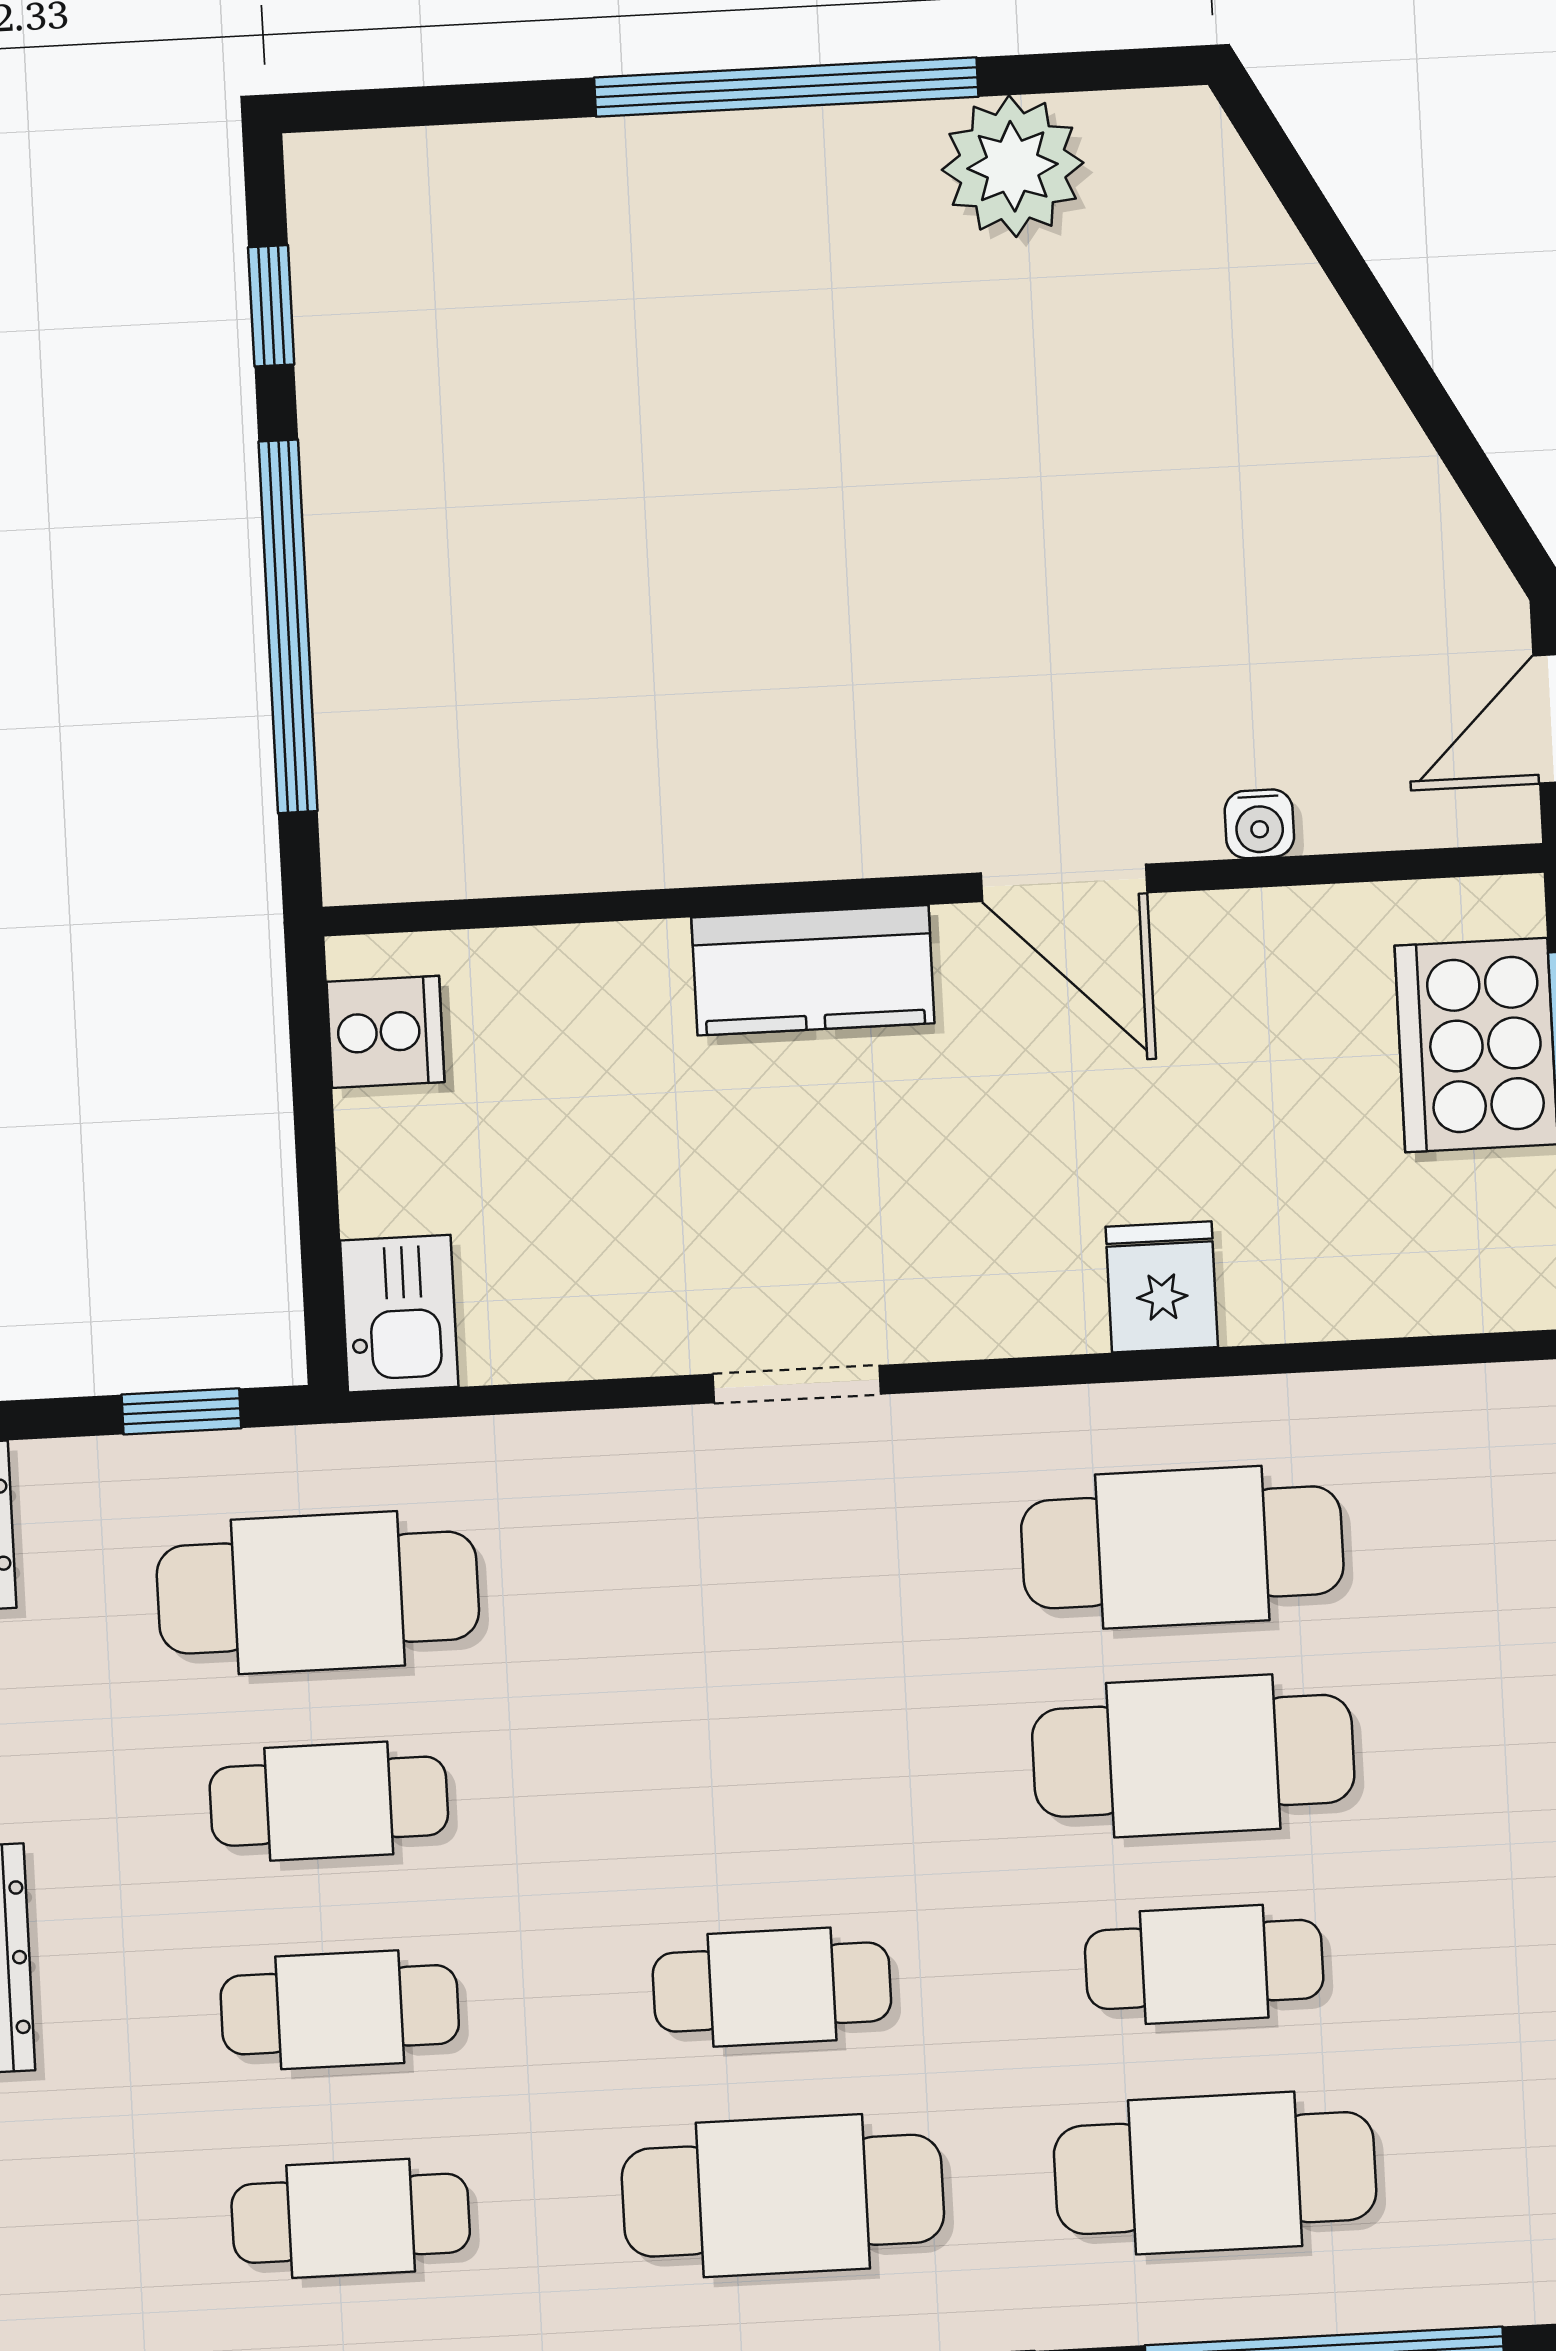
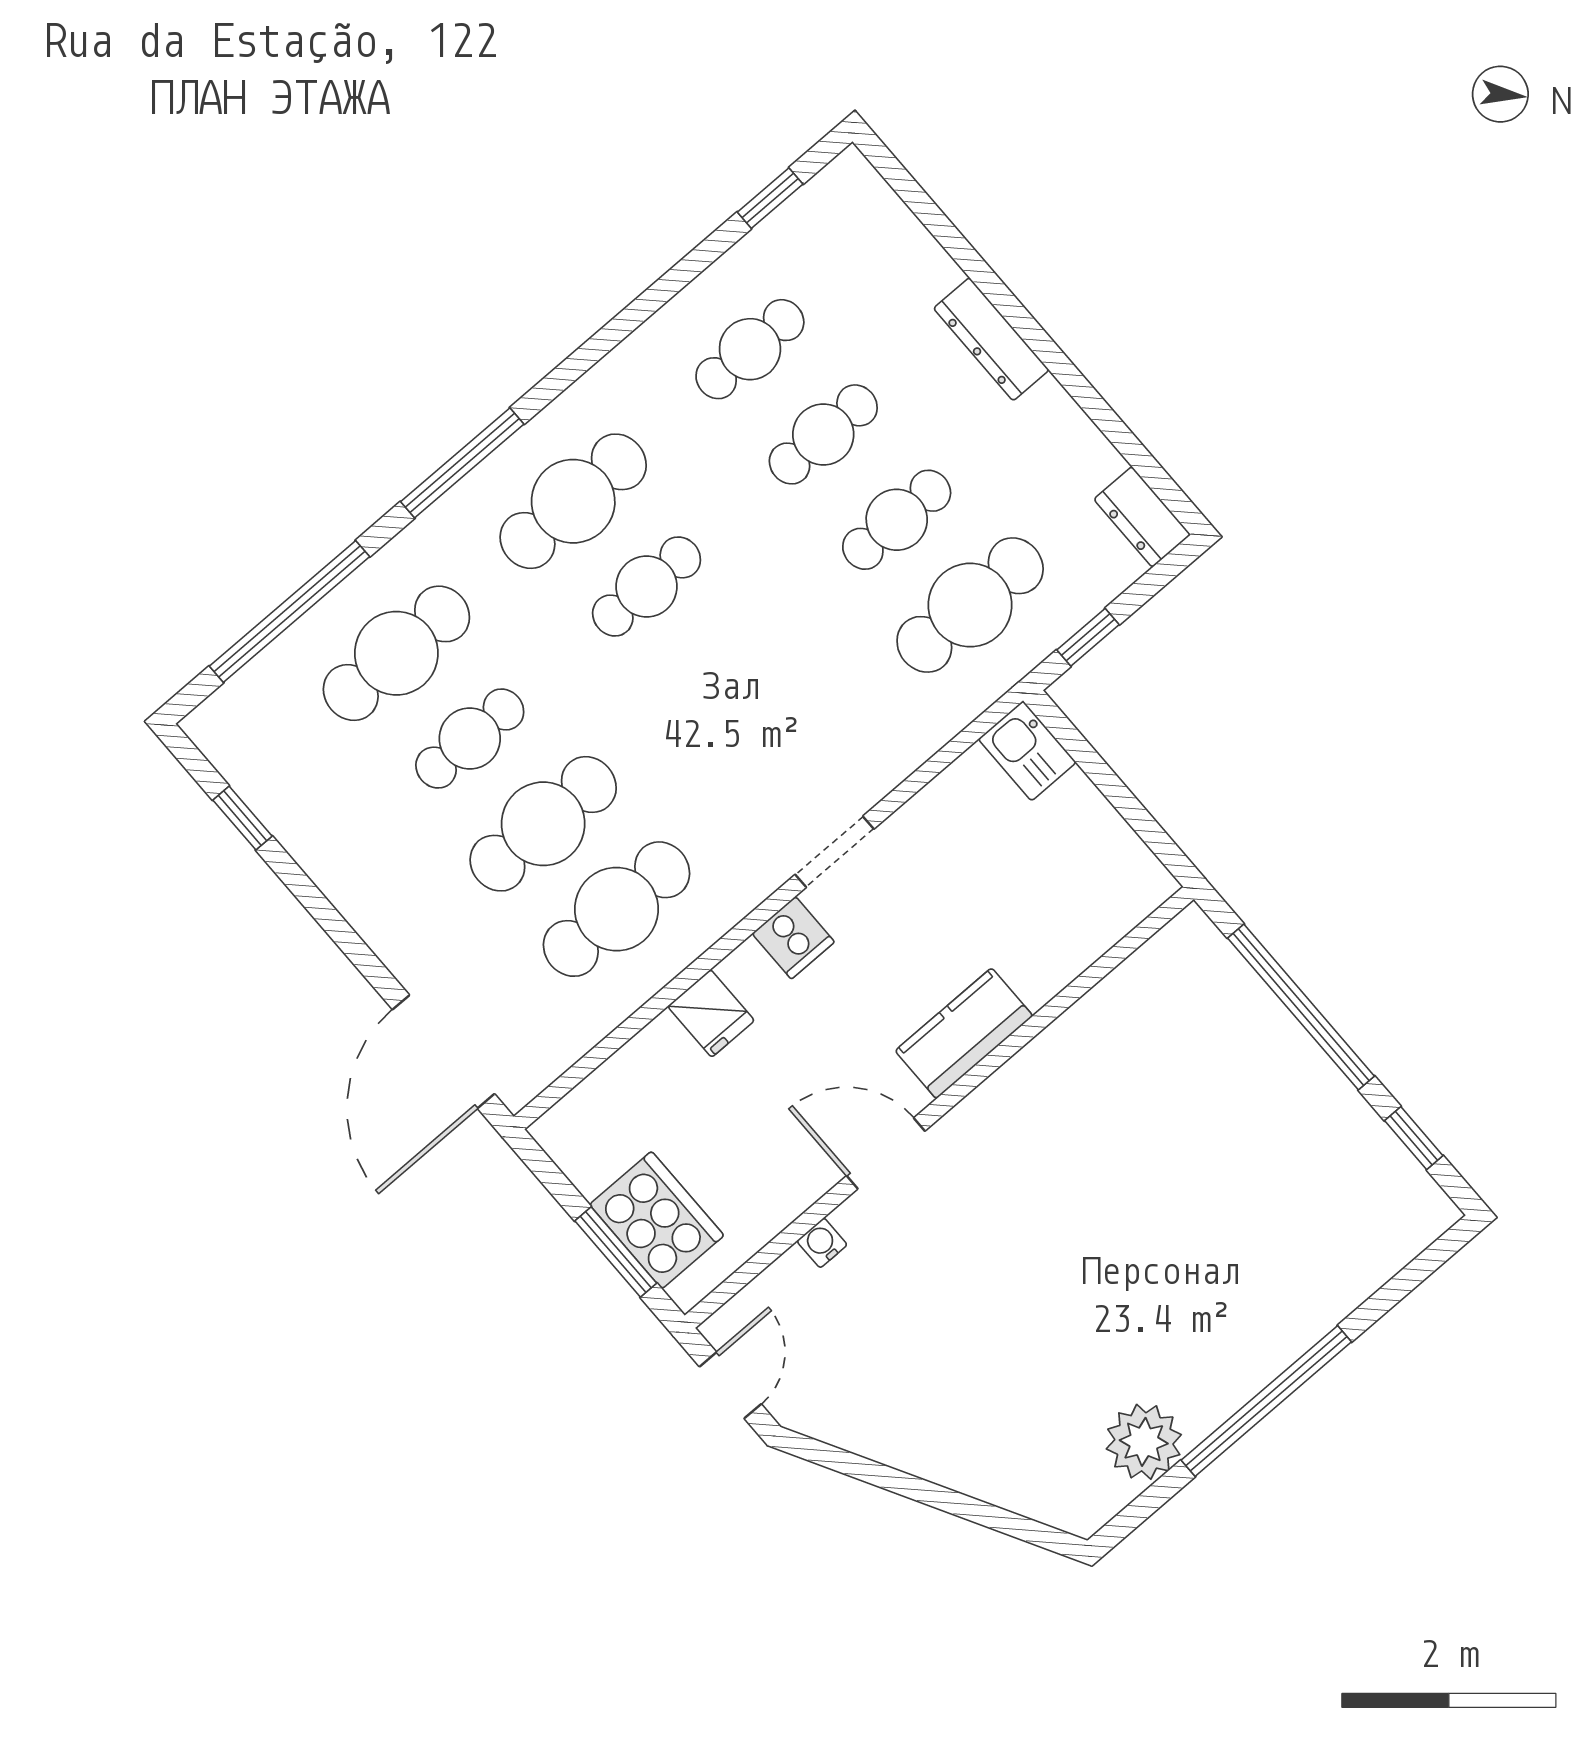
cooker: (385, 1032) -> (793, 938), moved, turned -90

